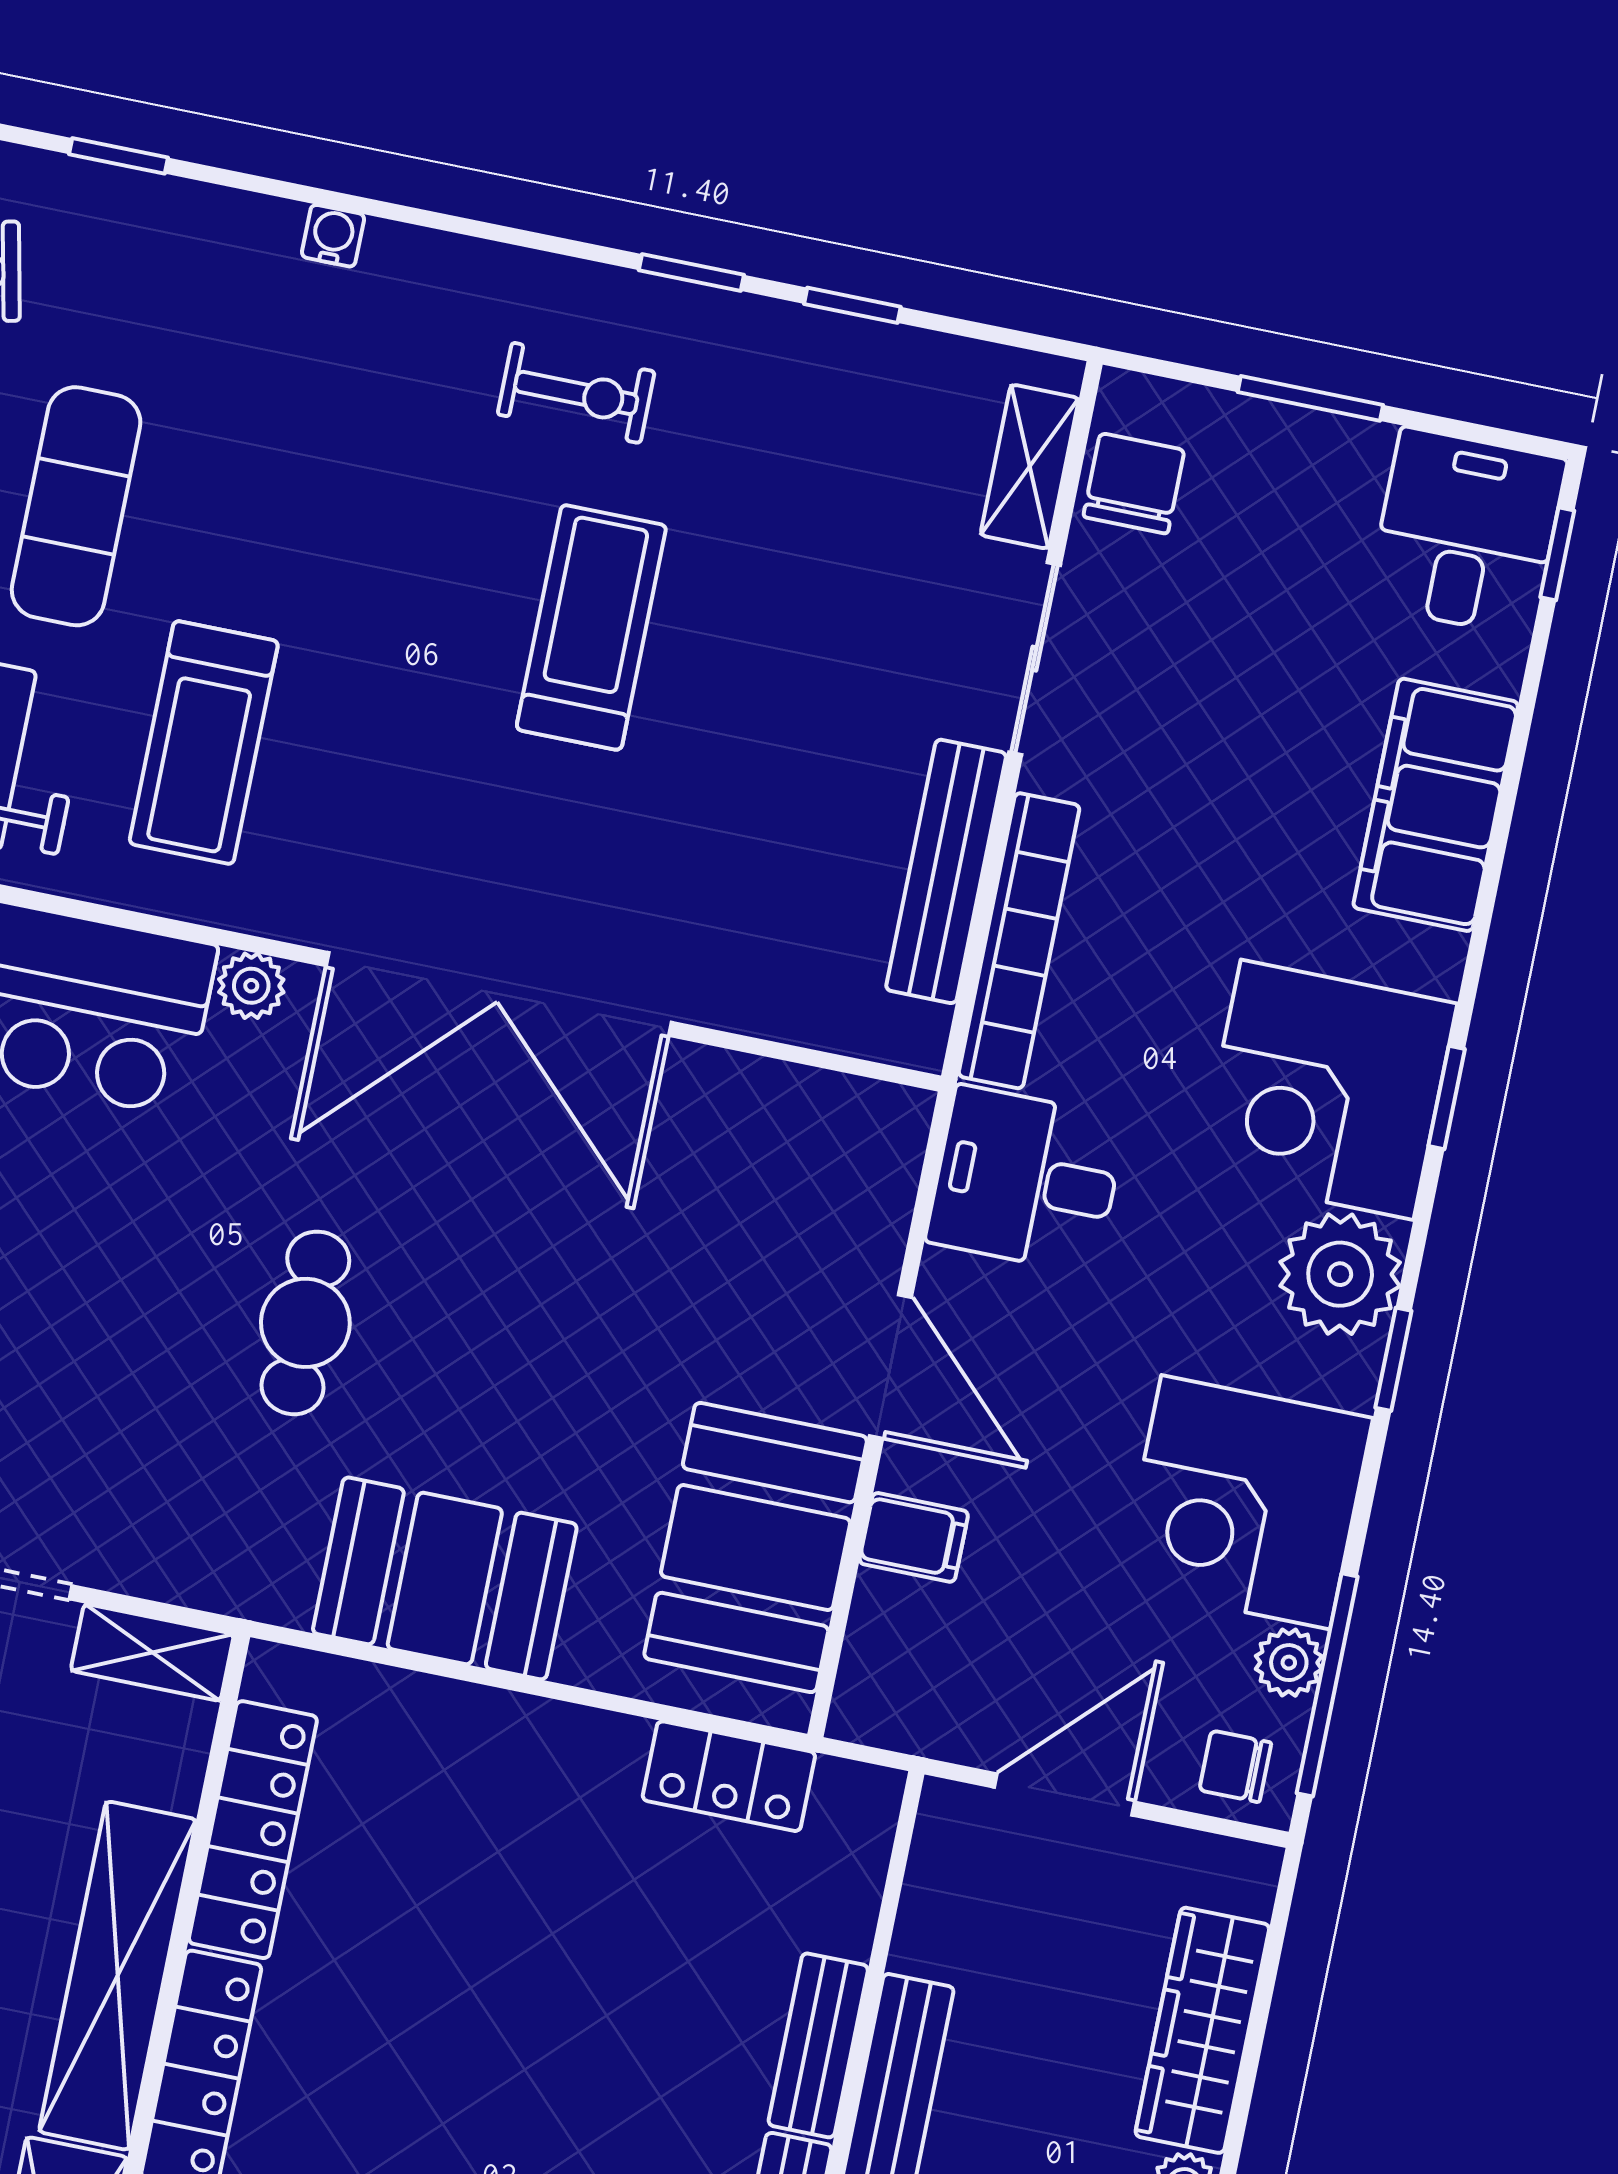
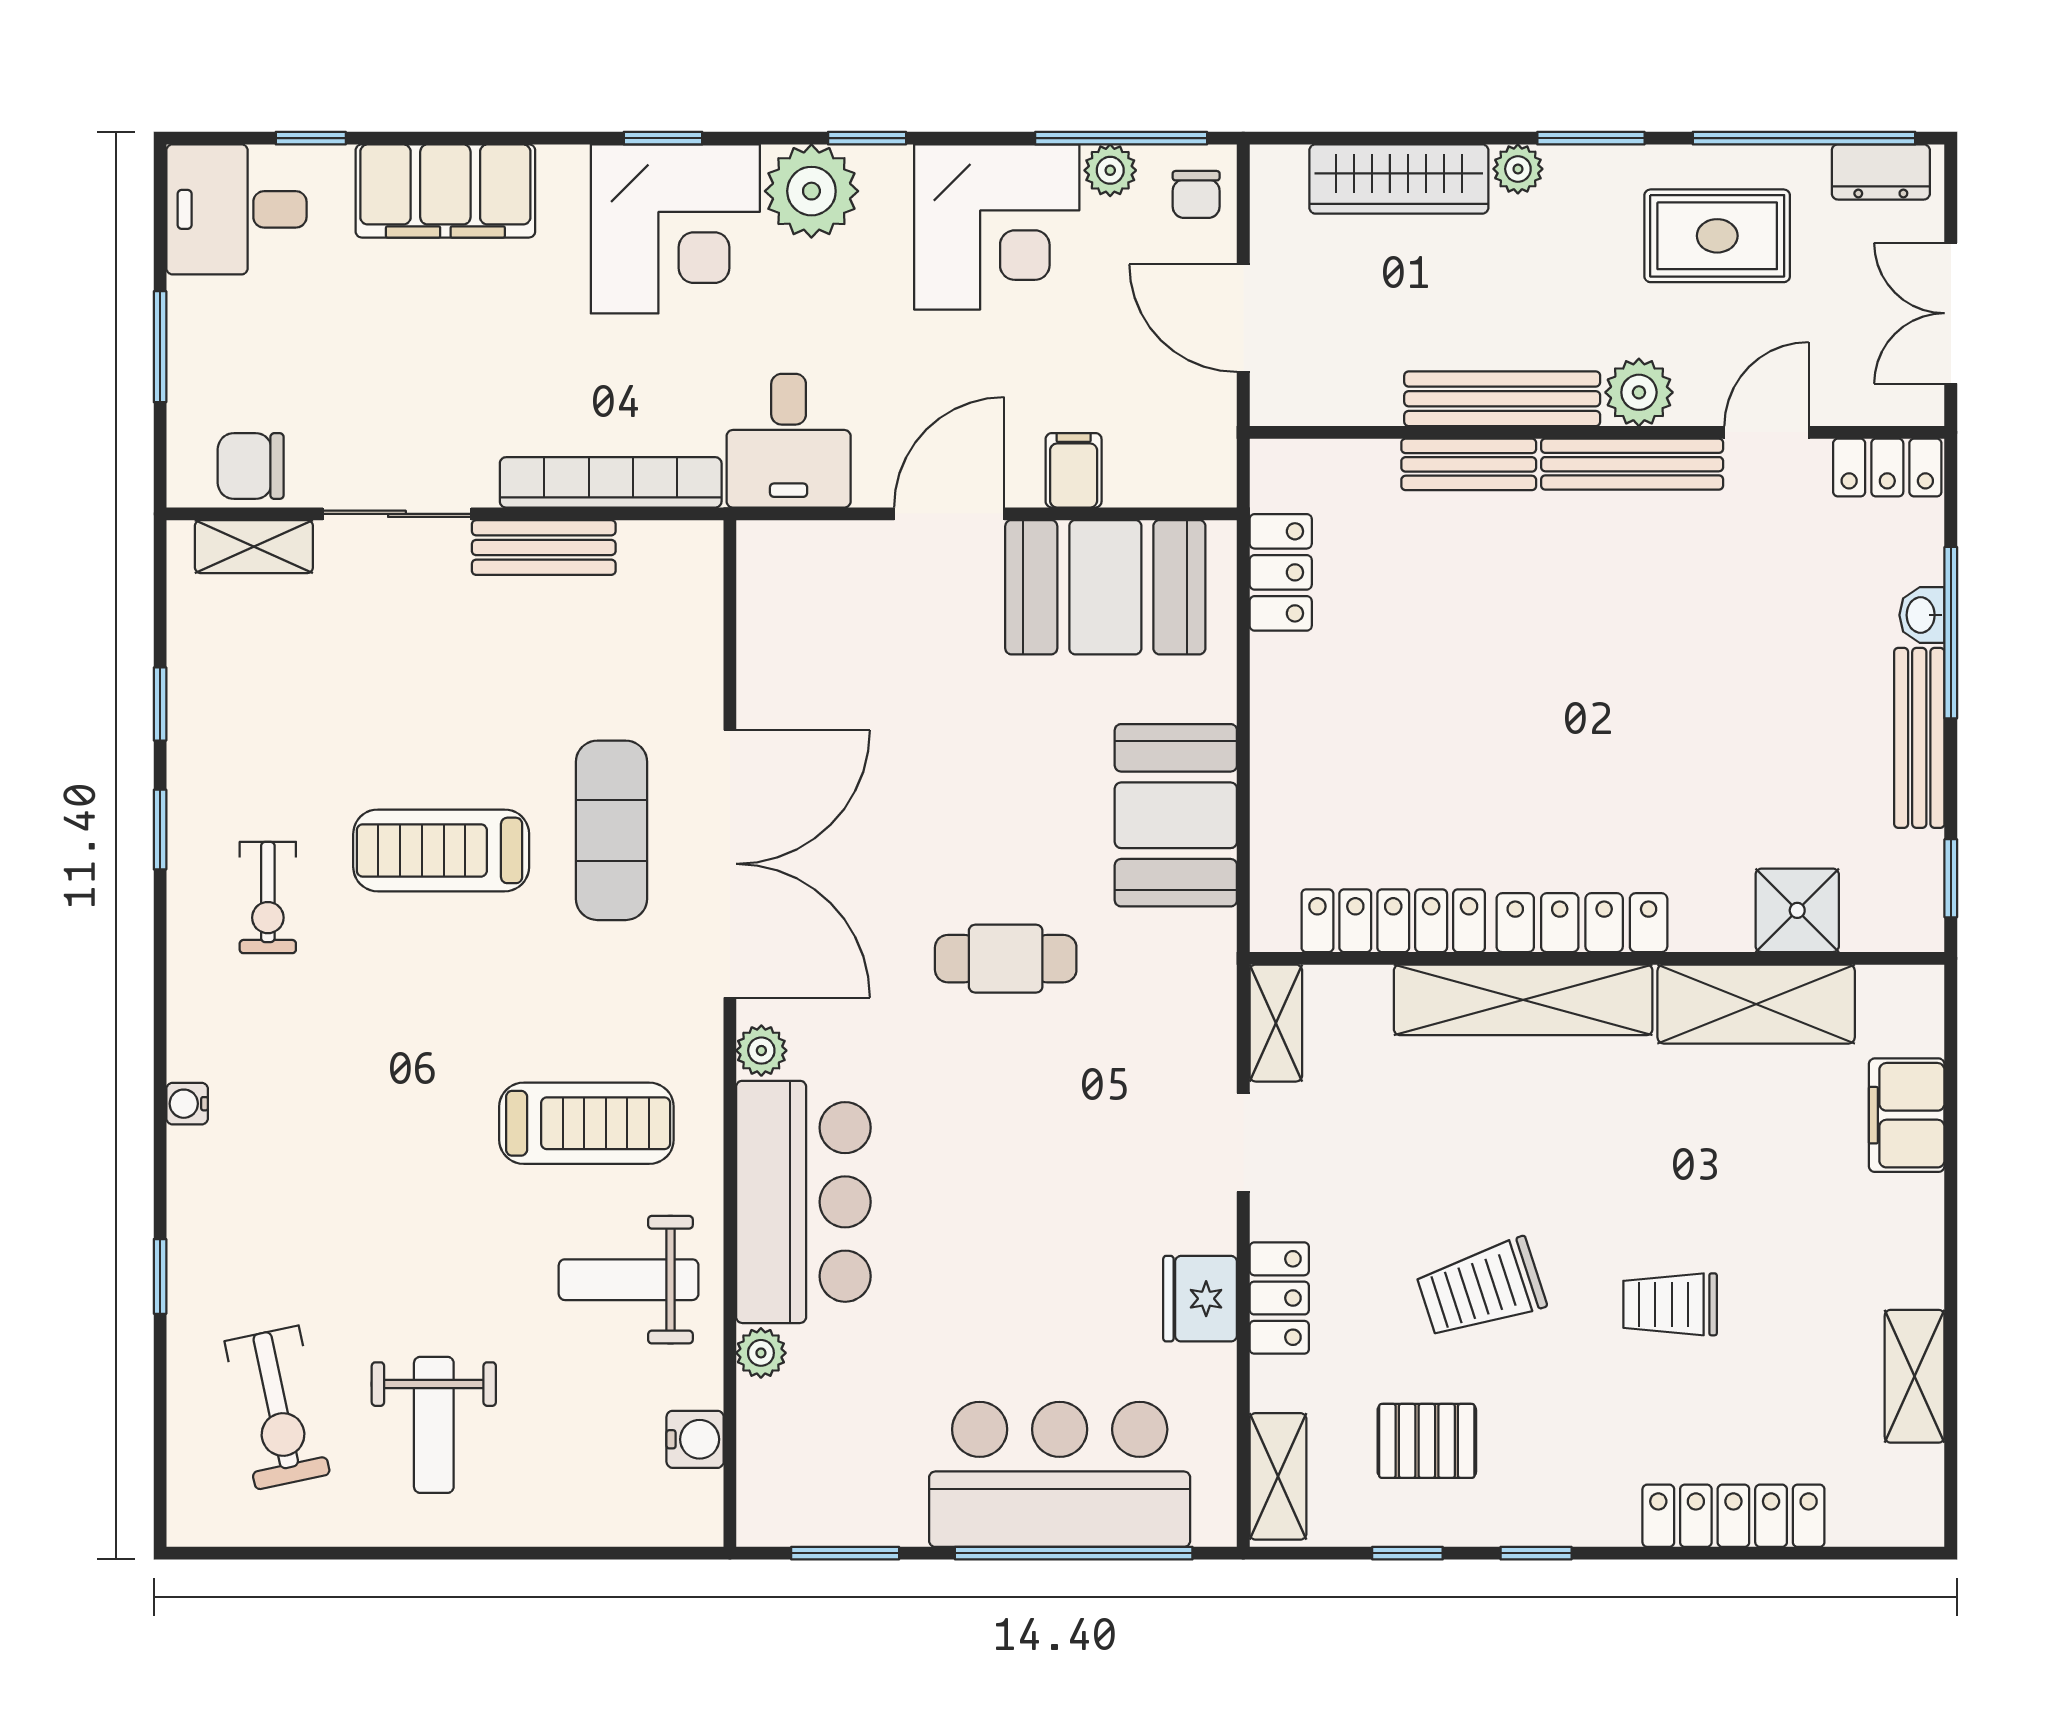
exercise bike: (576, 393) -> (268, 898), turned 180
exercise mat: (76, 506) -> (612, 830), moved, turned 90
window: (1557, 554) -> (311, 138), moved
bench: (946, 871) -> (544, 548), width x0.73

